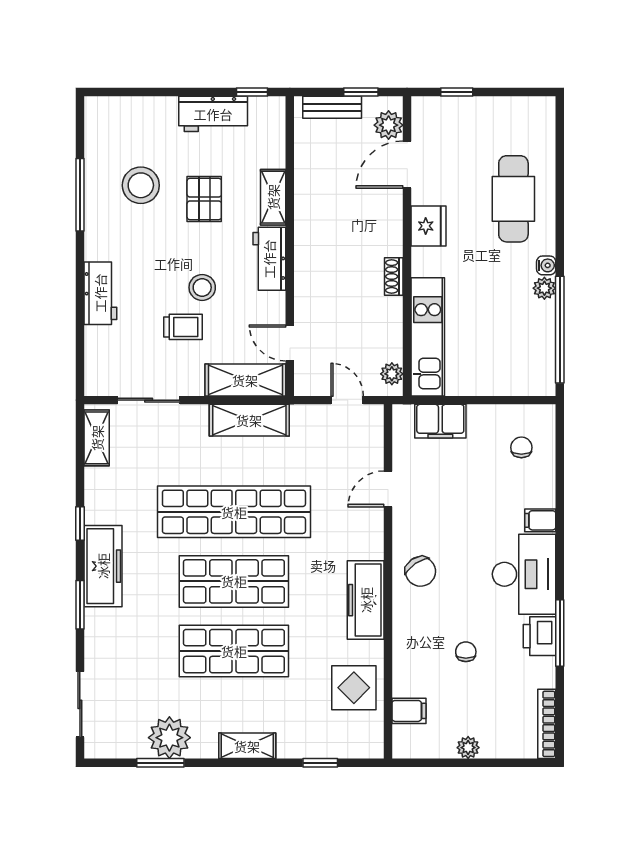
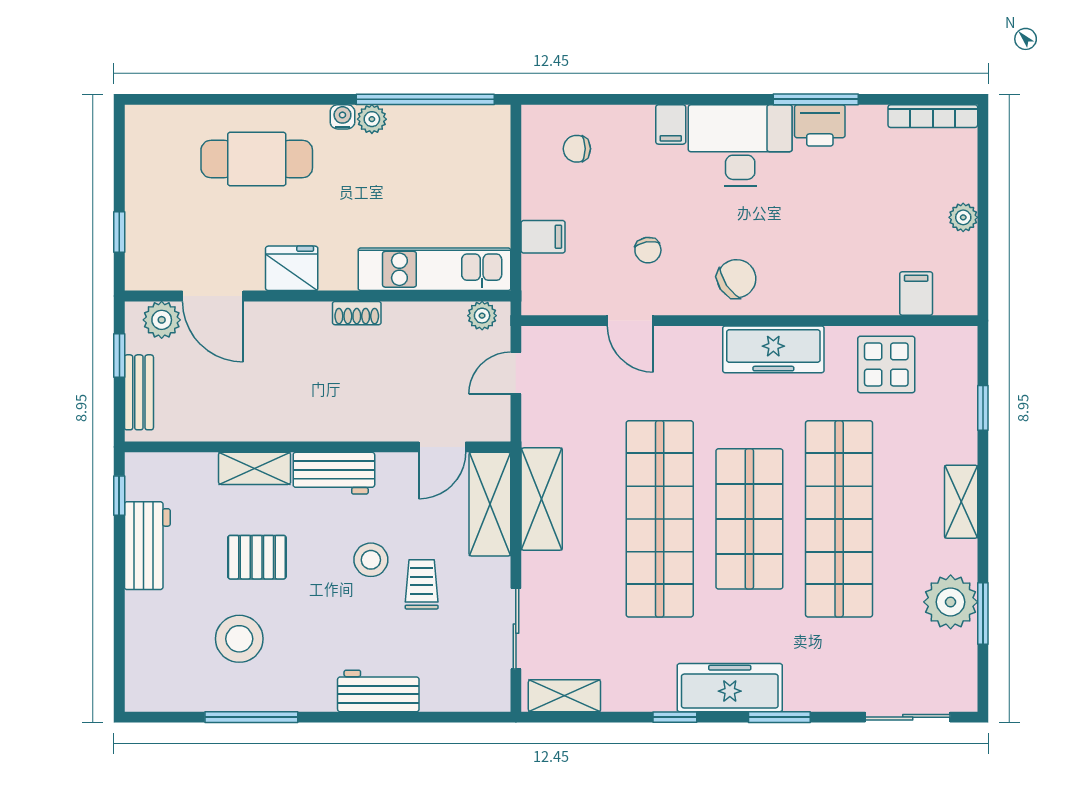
filing cabinet: (440, 421) -> (543, 237), width x0.50
shop shelf: (234, 651) -> (839, 519), width x1.40
chair: (466, 652) -> (648, 250), moved, turned -99

